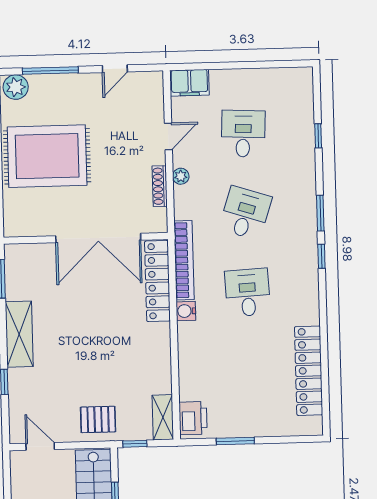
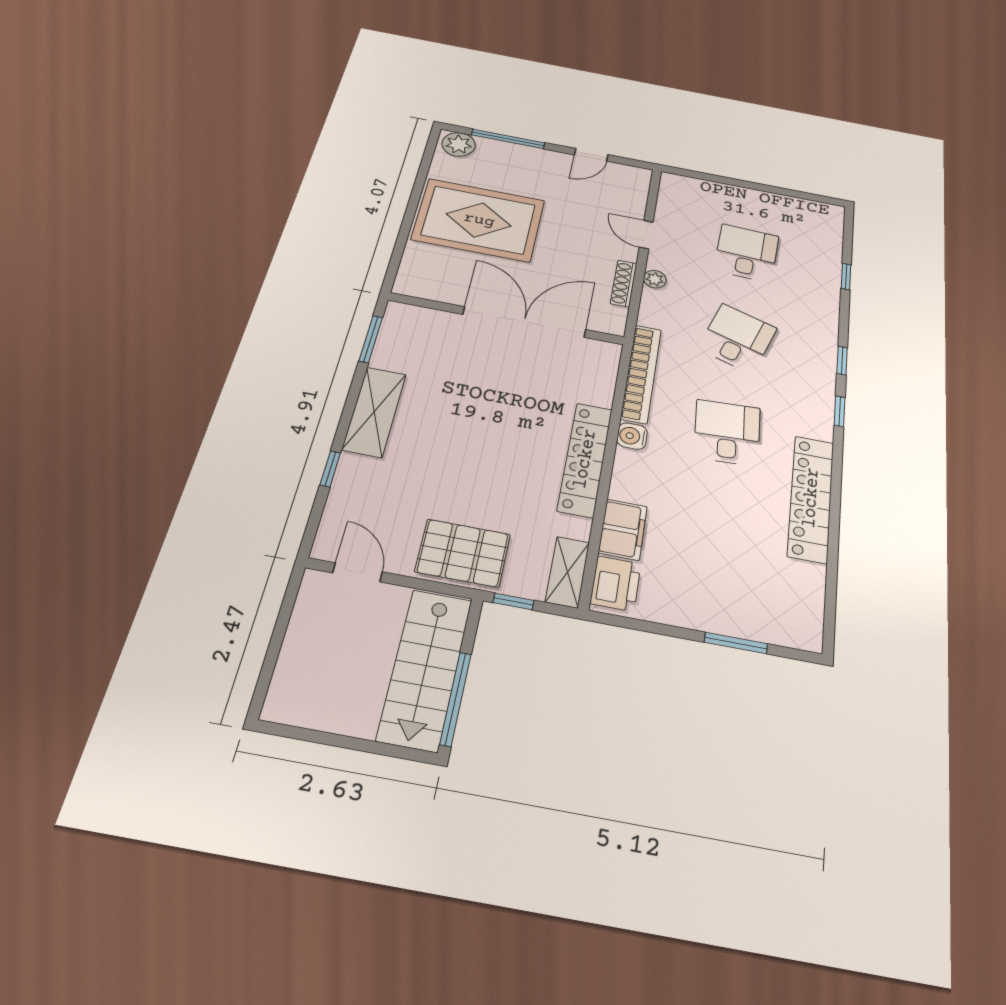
filing cabinet: (189, 83) -> (623, 530), moved, turned -90
door: (168, 136) -> (646, 235), swing flipped
window: (320, 213) -> (842, 361), width x0.67
double door: (98, 238) -> (524, 322), swing flipped
locker: (157, 281) -> (585, 459), moved
locker: (309, 371) -> (811, 498), moved
pallet: (98, 419) -> (463, 553), width x1.50, depth x1.42
window: (235, 441) -> (736, 643), moved

